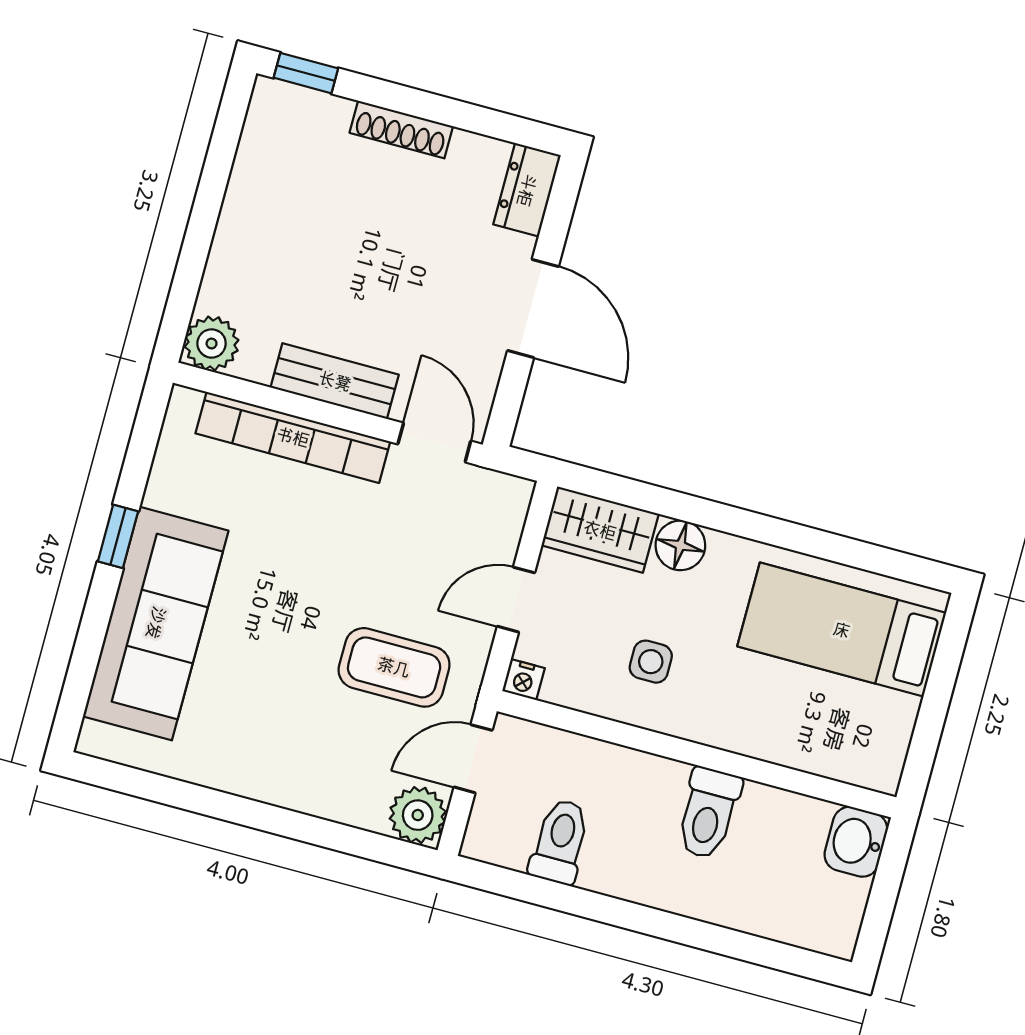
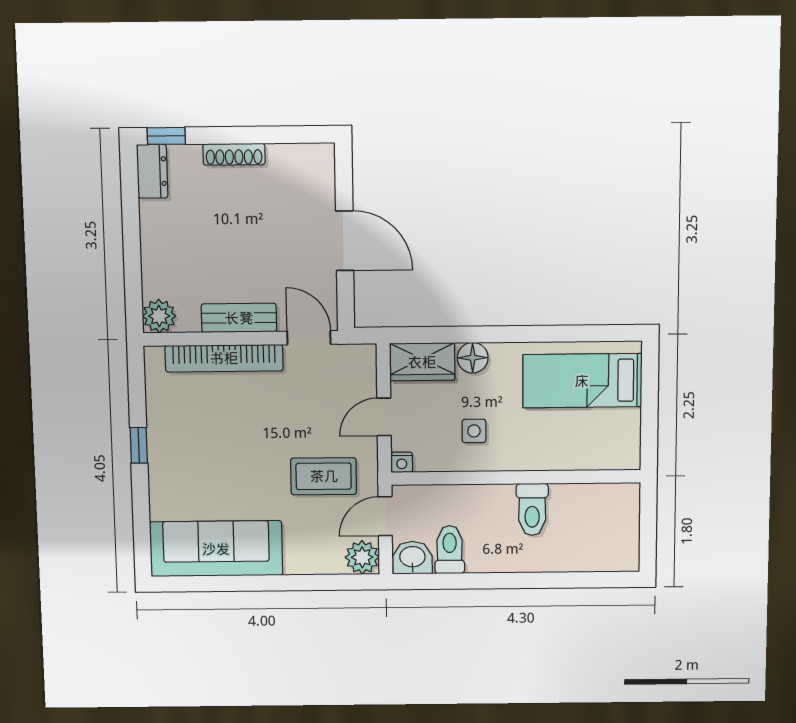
dresser: (527, 190) -> (152, 171), moved, turned 180
sofa: (156, 623) -> (216, 549), moved, turned -90
washbasin: (856, 842) -> (412, 558), moved, turned 90

